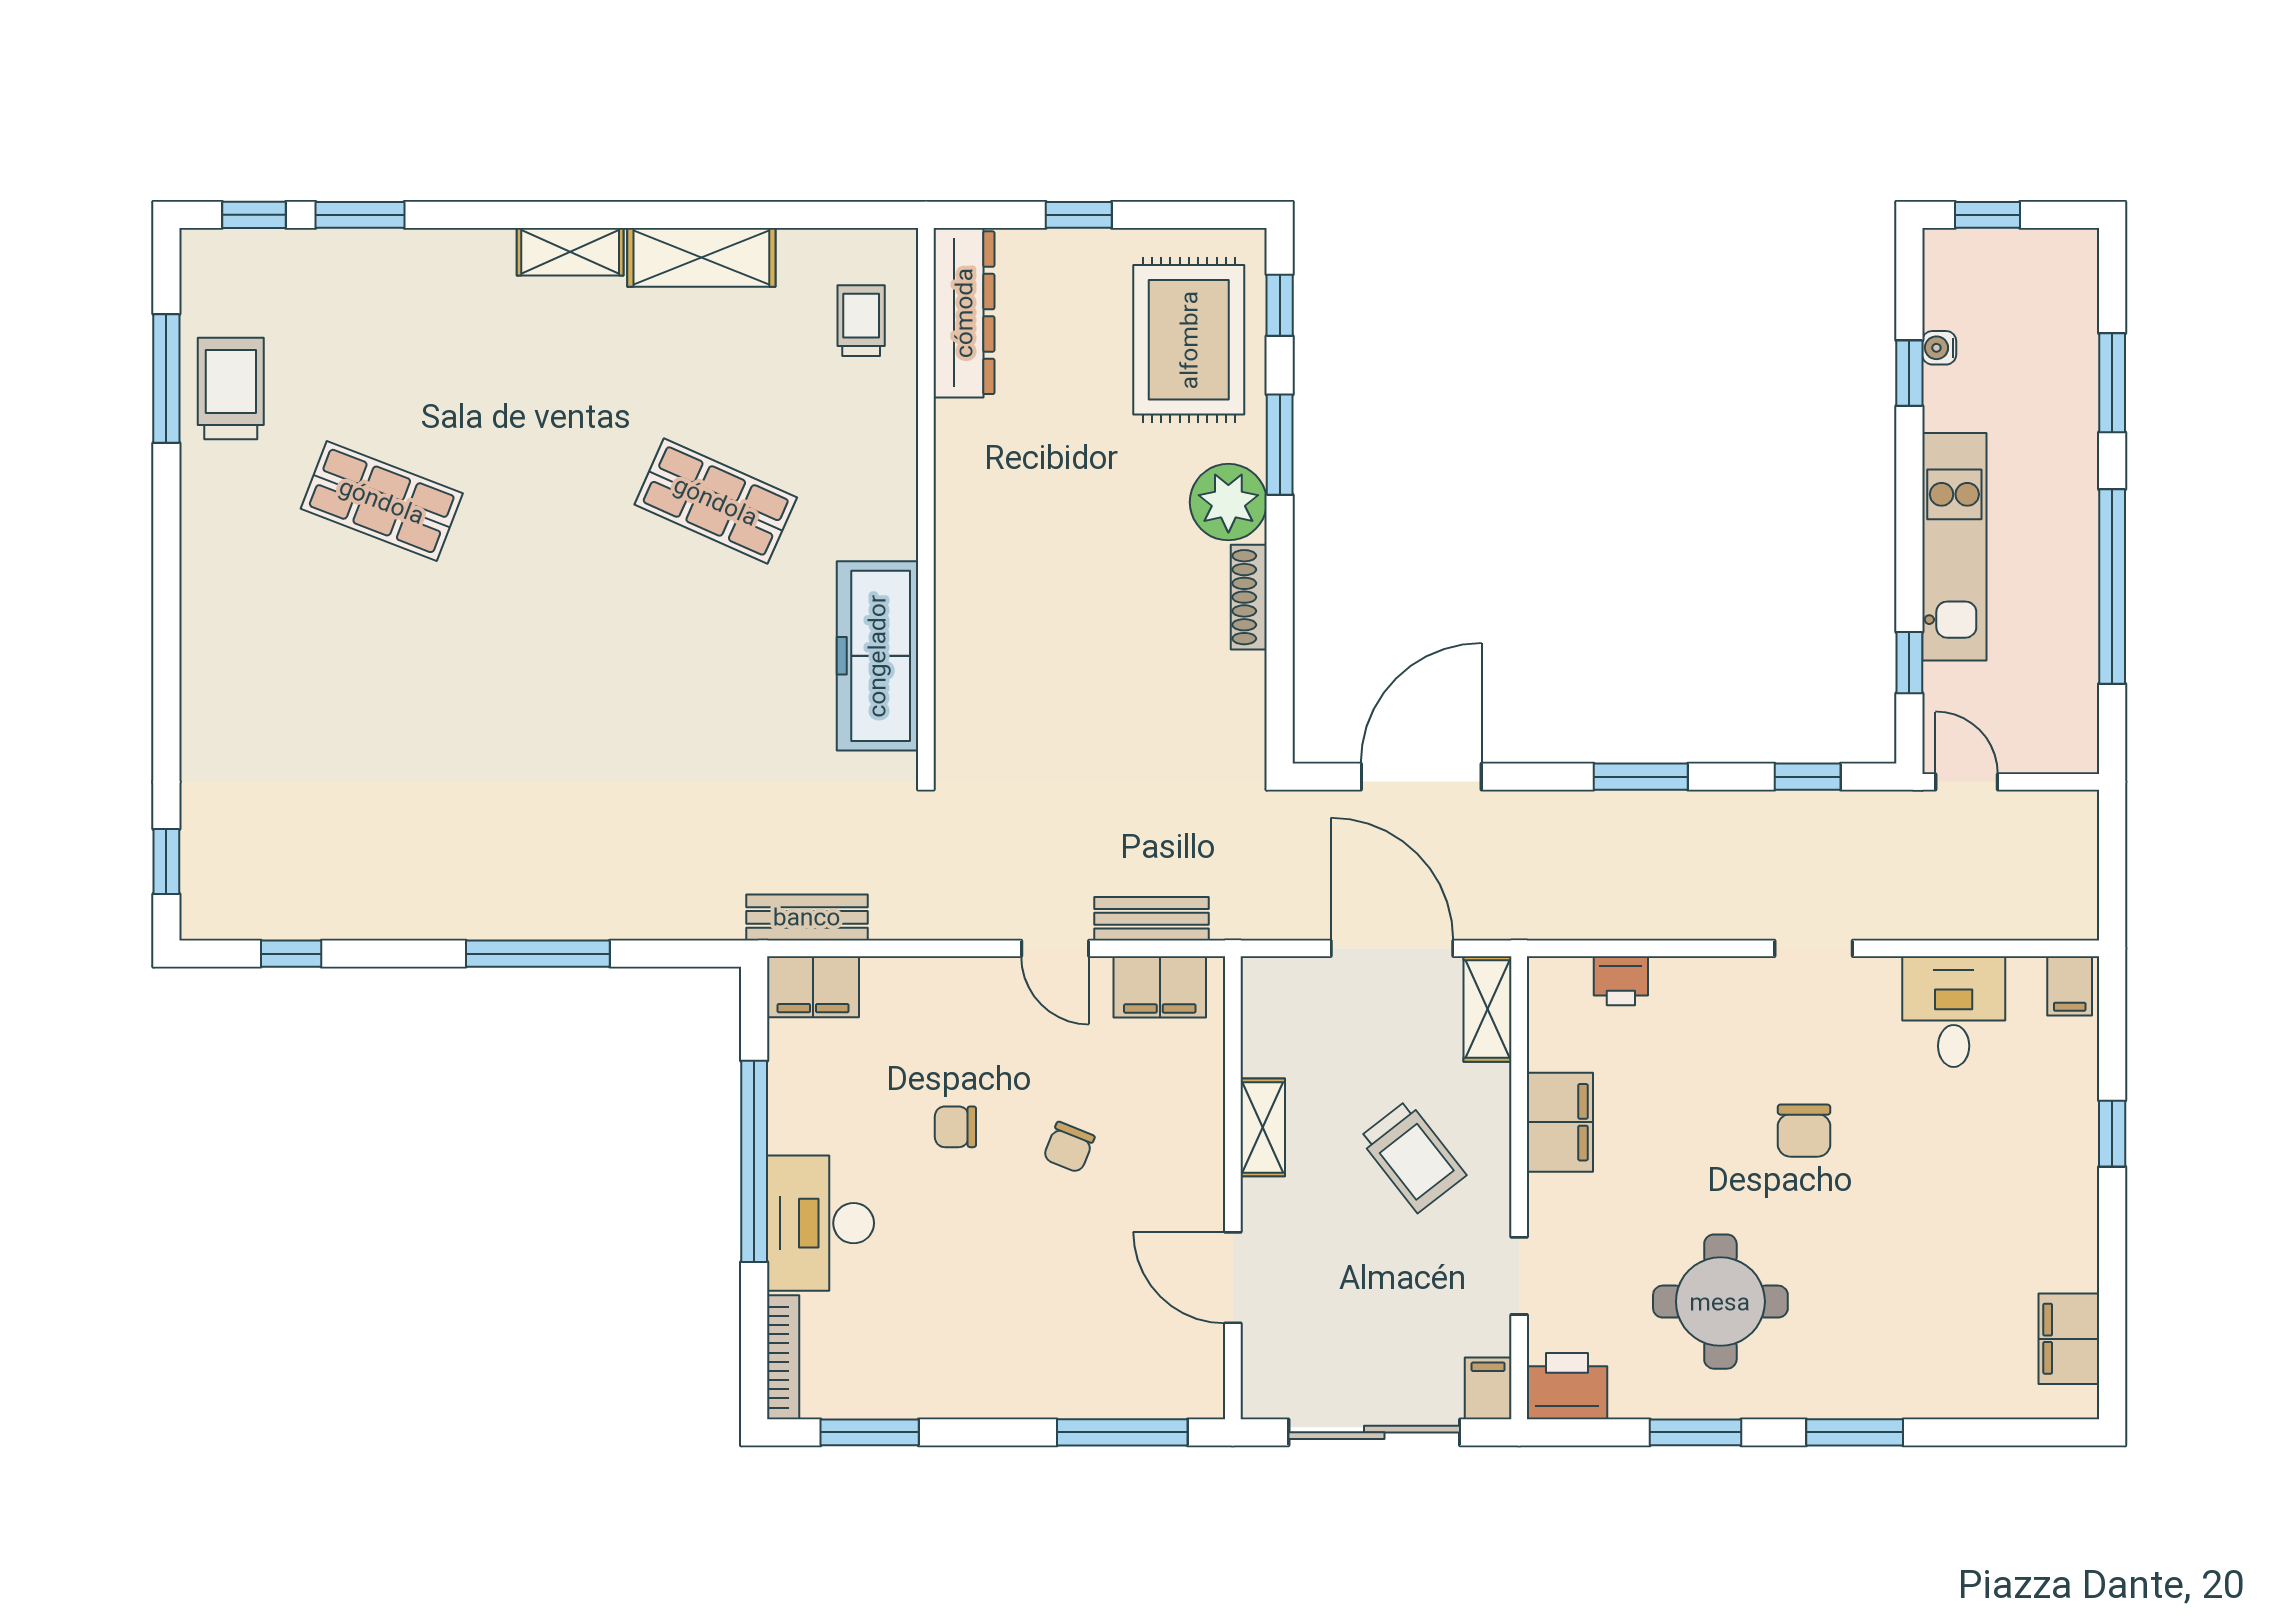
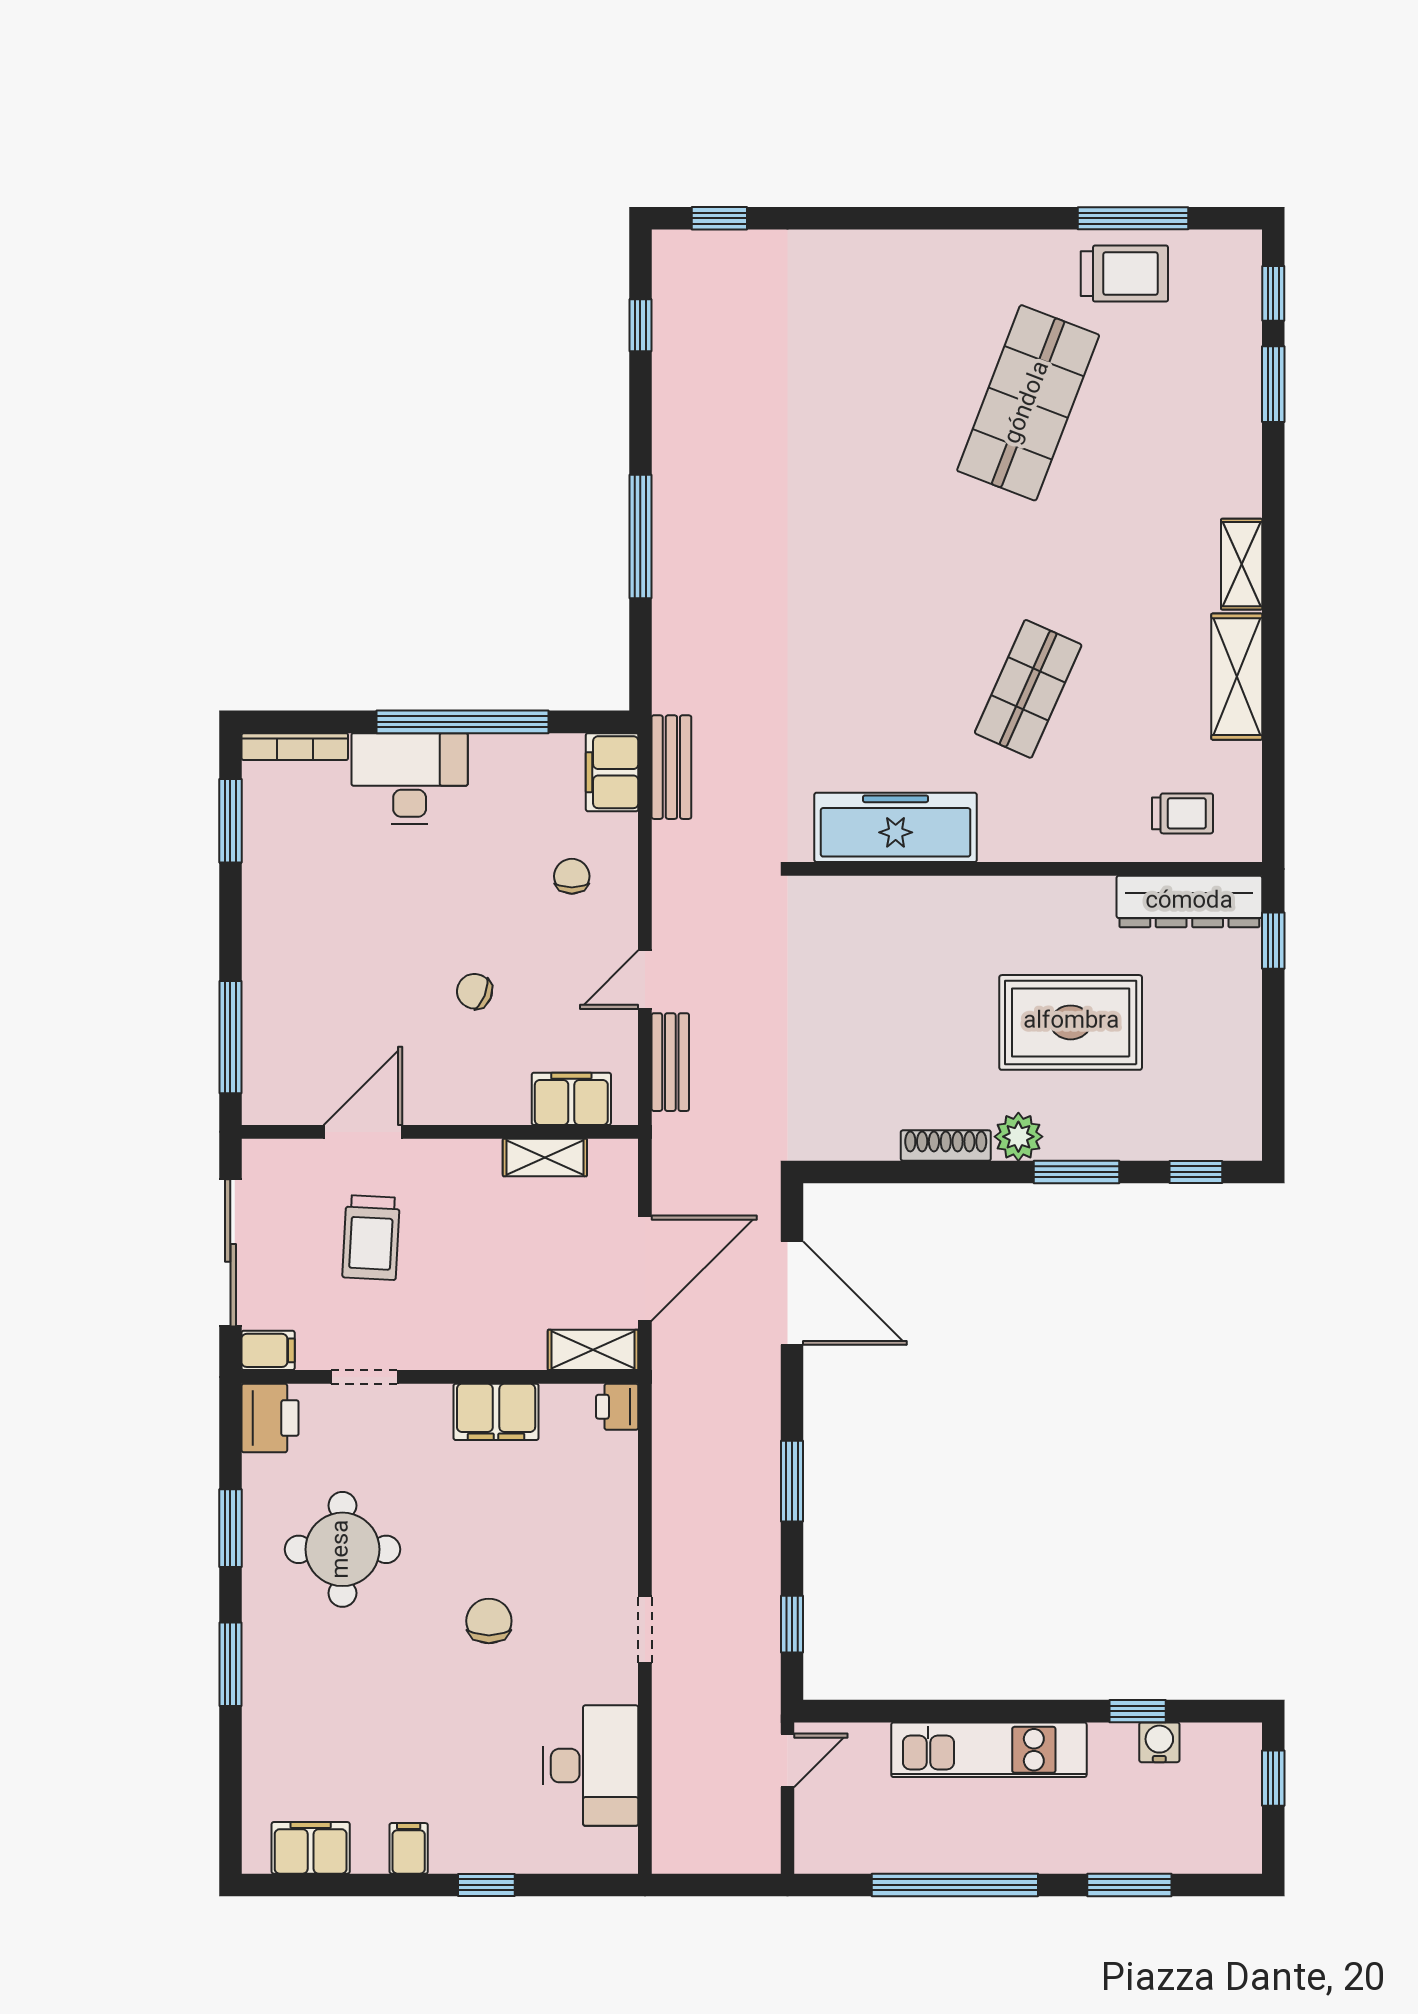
window: (1079, 215) -> (1273, 941), moved
rug: (1189, 340) -> (1071, 1022), moved
water cooler: (1939, 348) -> (1159, 1742), width x1.38, depth x1.38
shop shelf: (382, 501) -> (1028, 403), width x1.43, depth x1.36
plant: (1228, 502) -> (1018, 1137), width x0.73, depth x0.73
window: (1909, 663) -> (890, 1711), removed
printer: (1621, 981) -> (617, 1407), moved
filing cabinet: (2070, 986) -> (409, 1848), moved, turned 90
filing cabinet: (1160, 987) -> (571, 1099), moved, turned 90
desk: (1954, 1012) -> (591, 1766), width x1.37
chair: (955, 1127) -> (572, 876), moved
shelving: (1263, 1127) -> (545, 1157), moved
chair: (1804, 1131) -> (489, 1621), turned 90
trolley: (1413, 1156) -> (371, 1238), moved, turned -49

